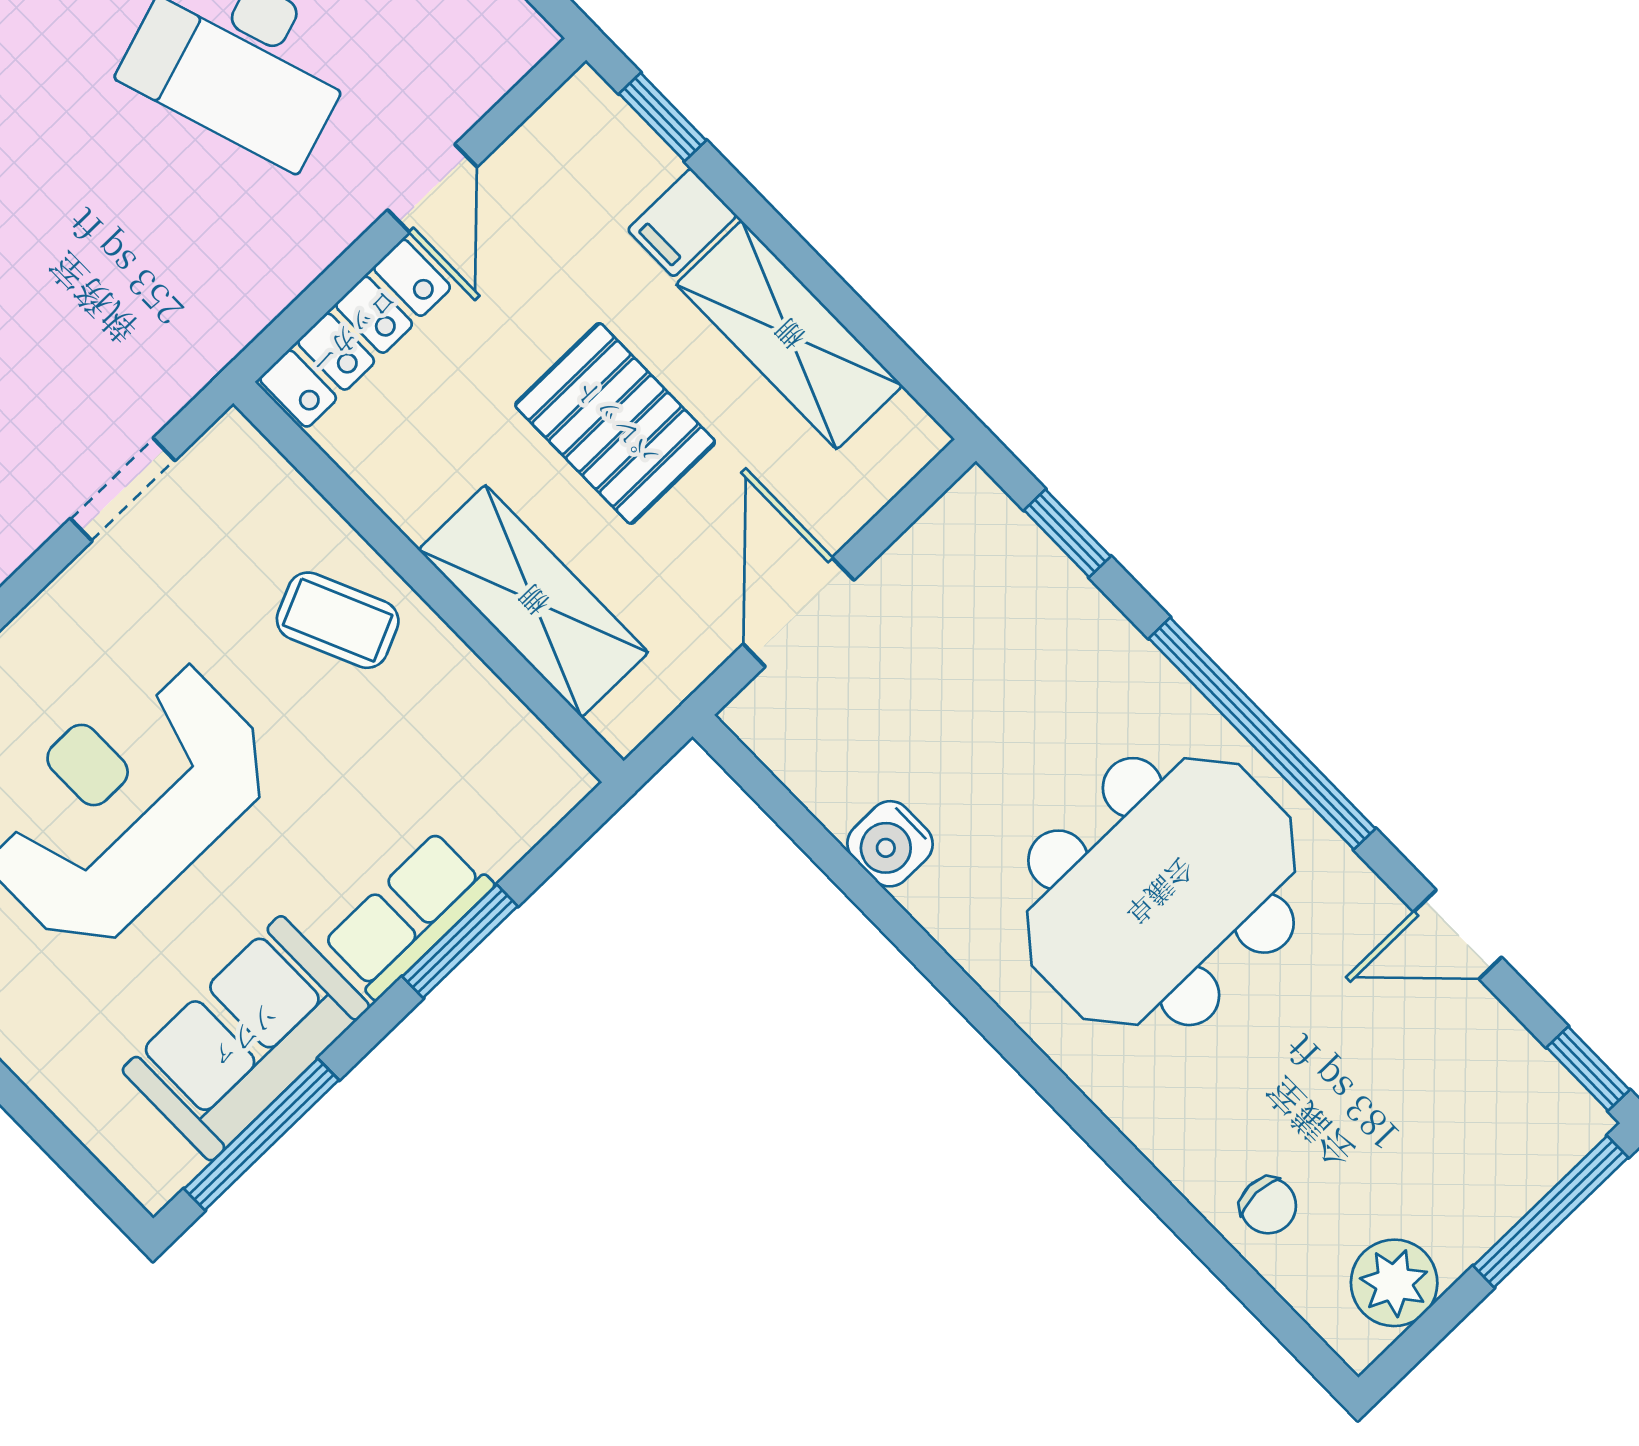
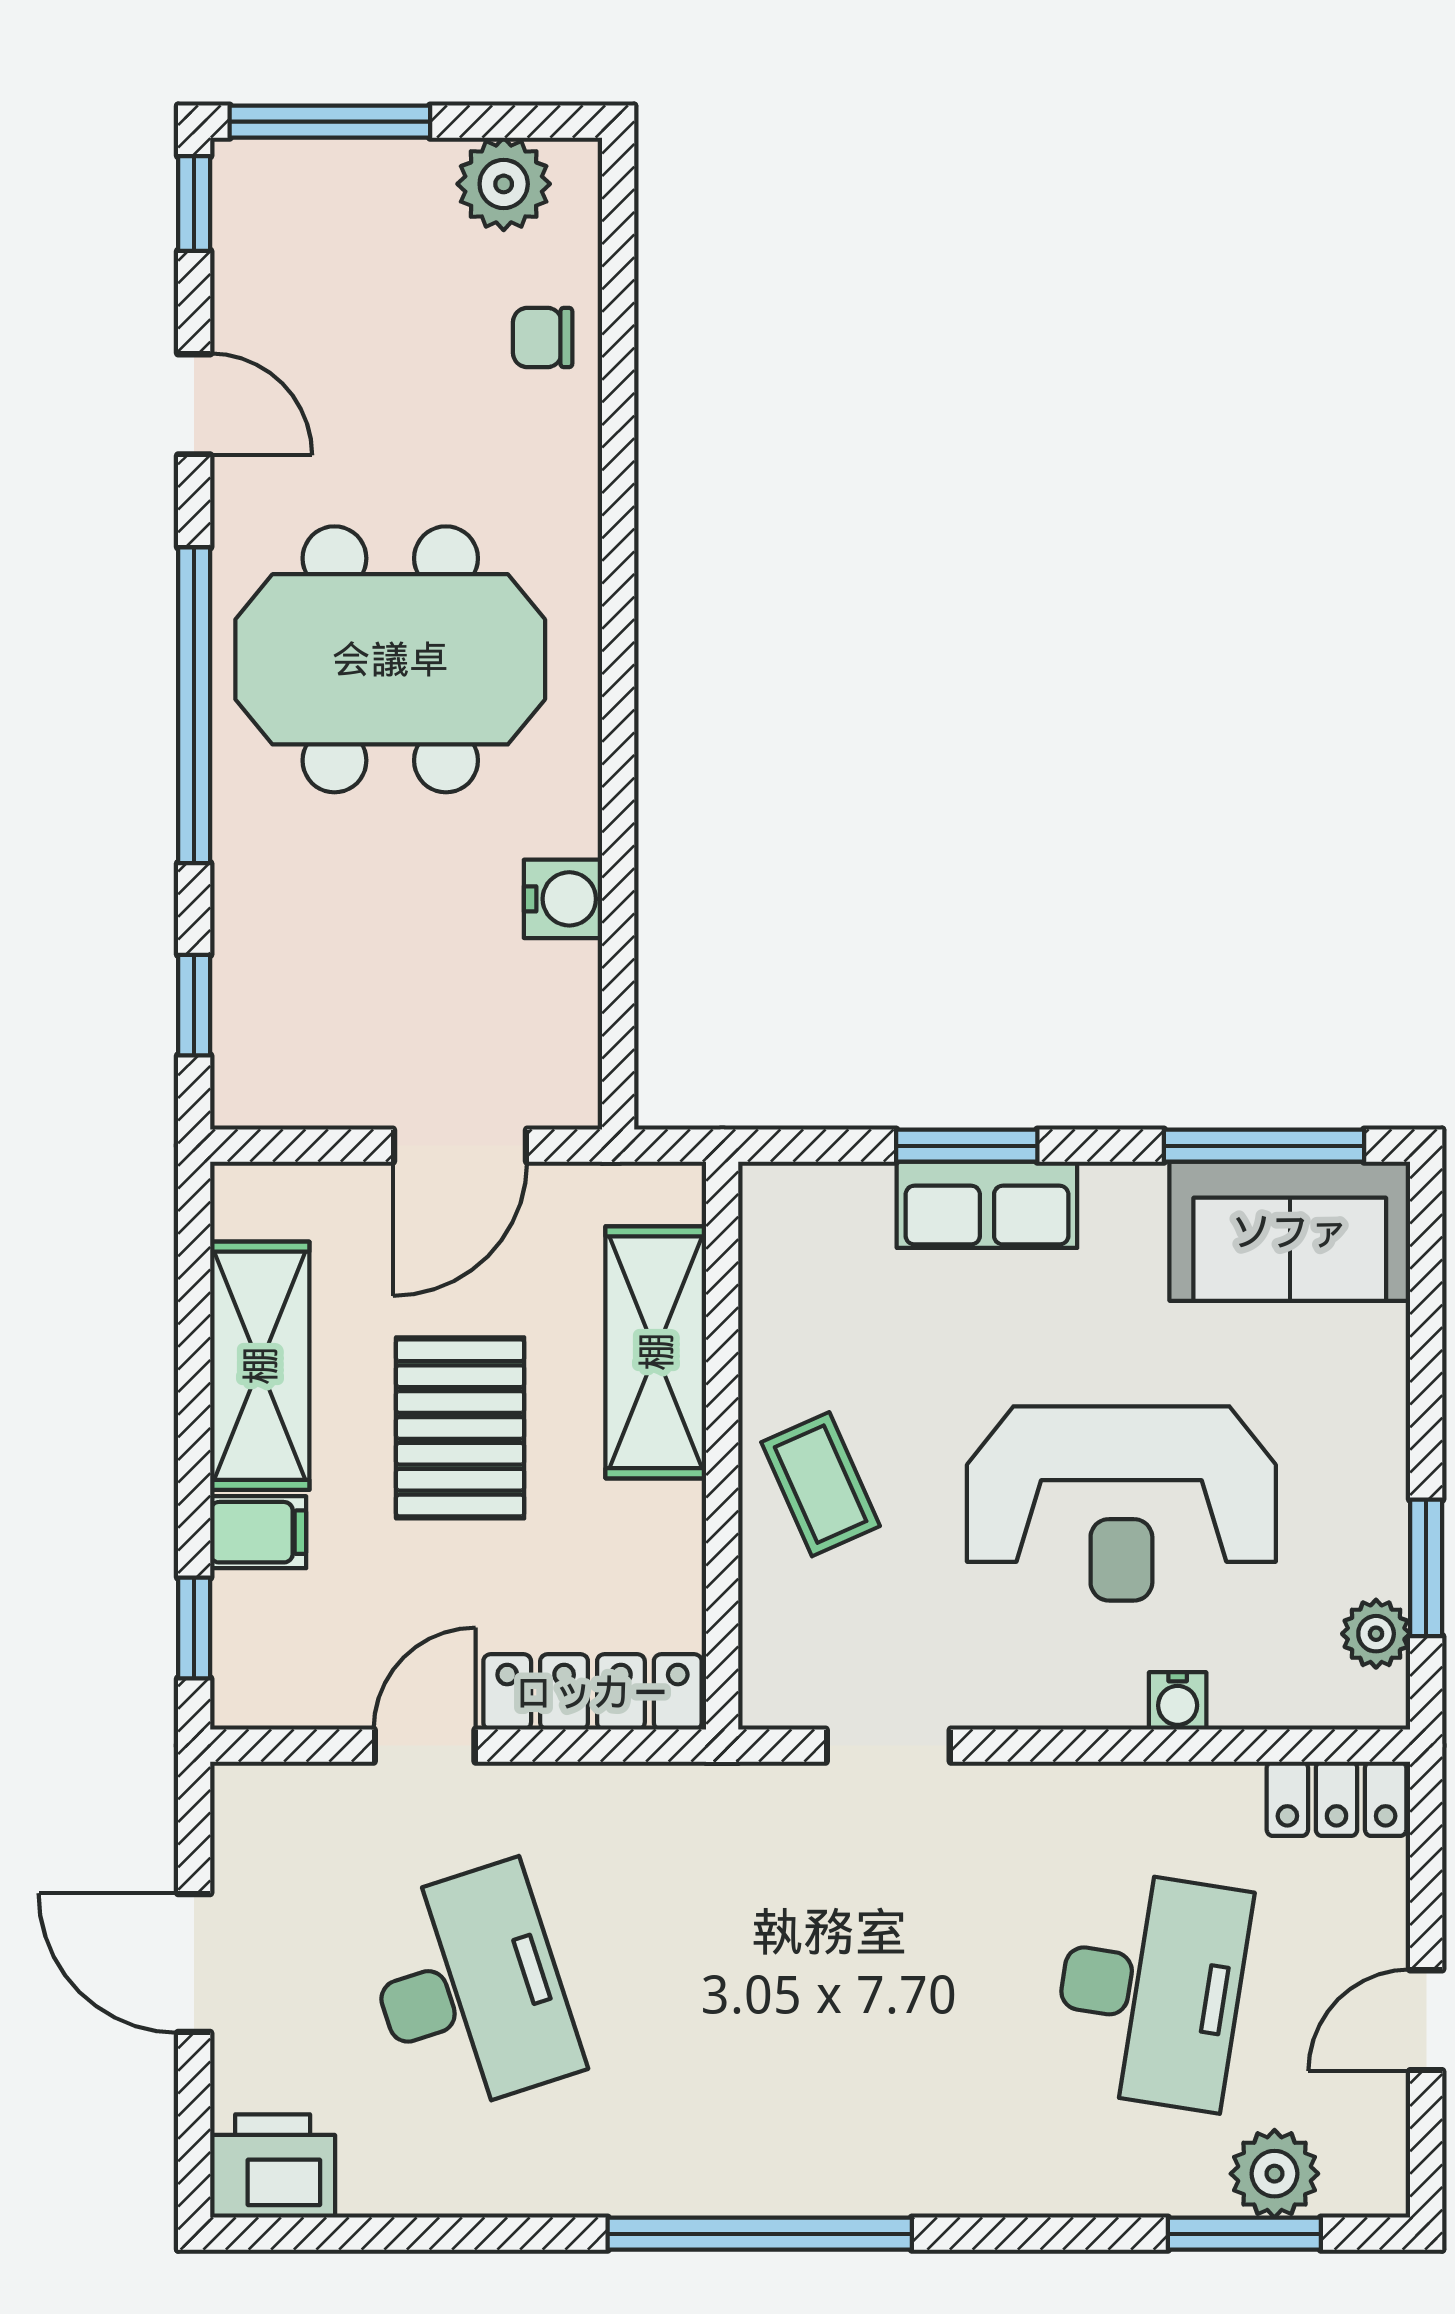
sofa: (246, 1038) -> (1290, 1231), moved
chair: (1268, 1206) -> (543, 338), turned -90

